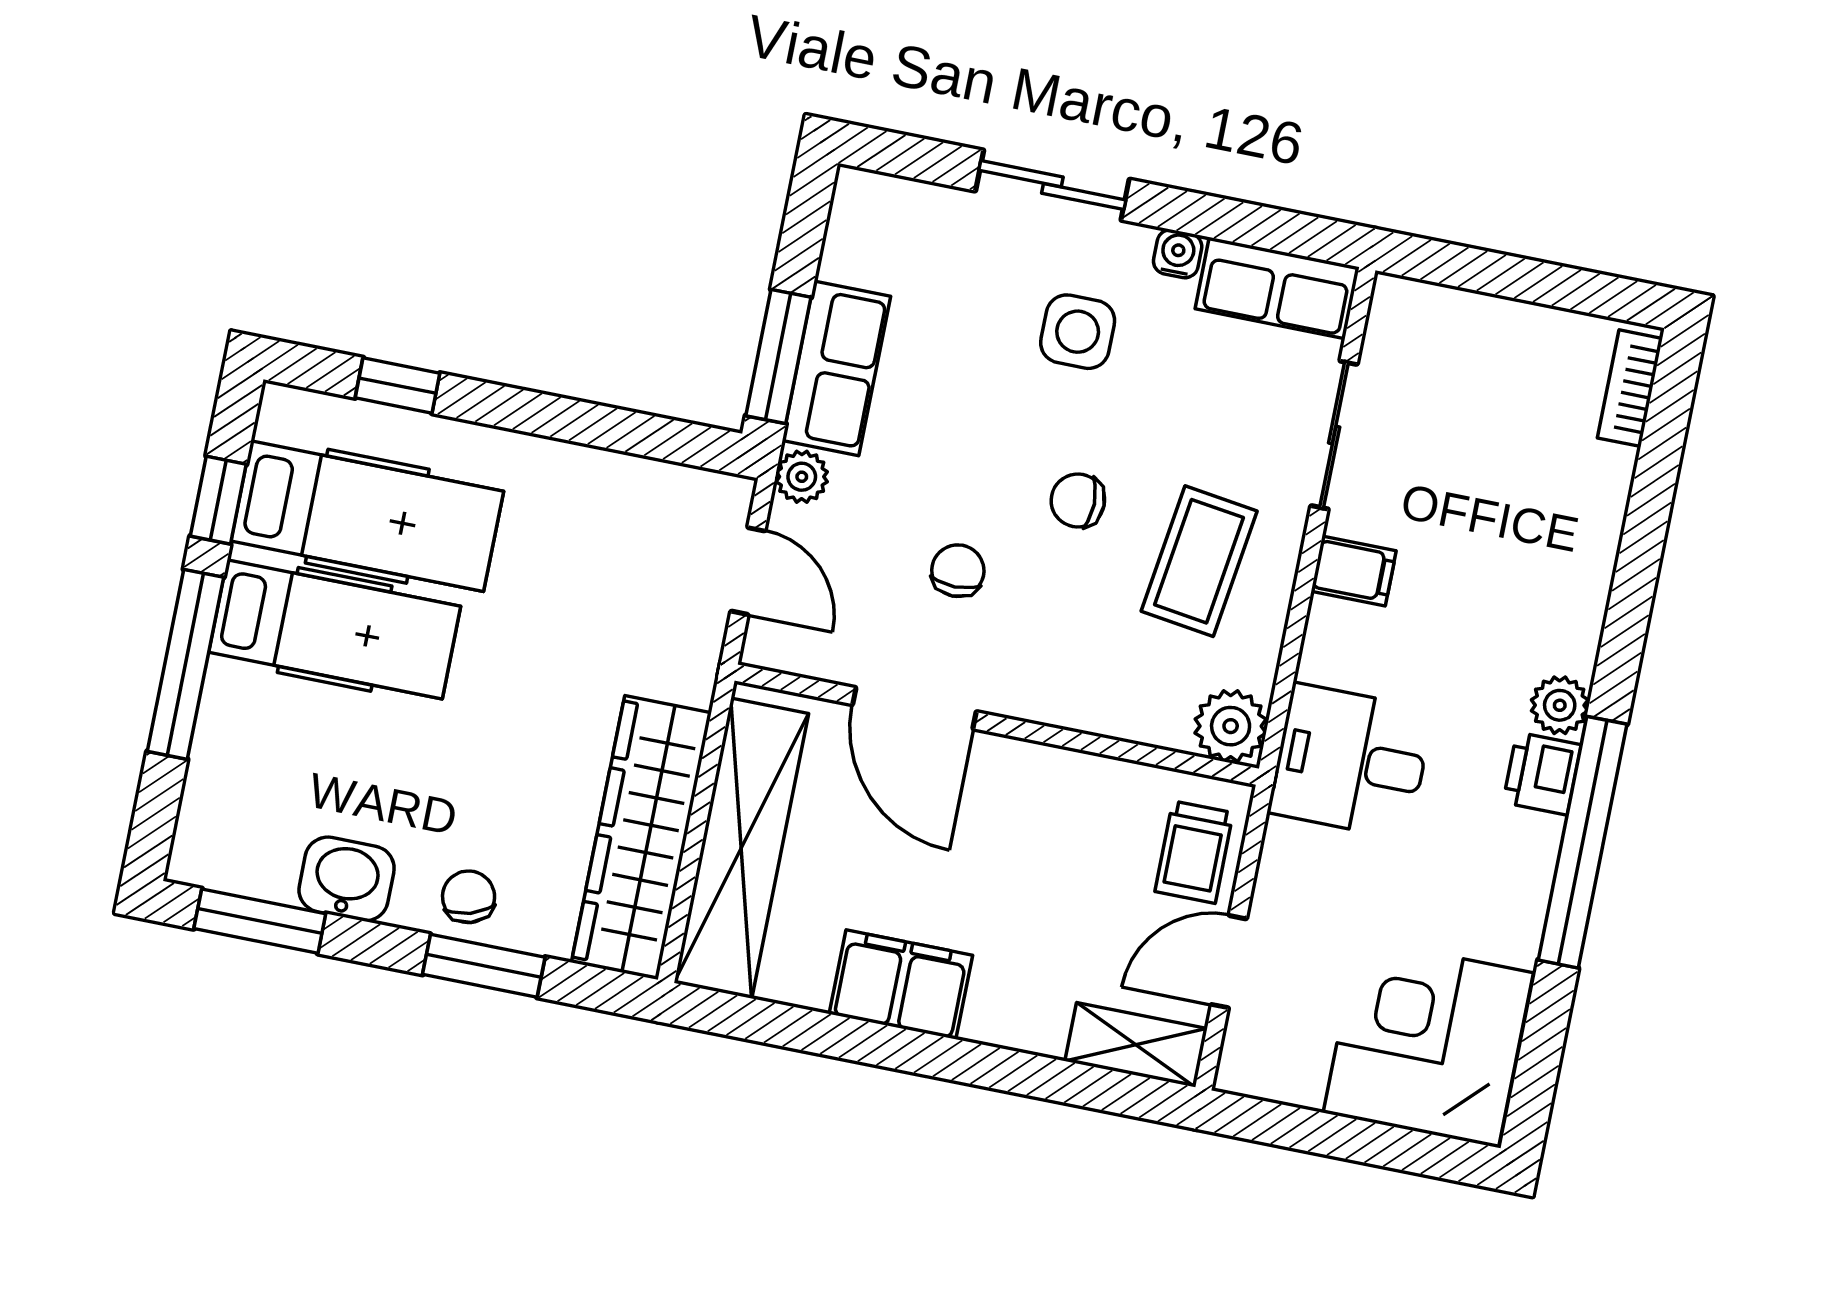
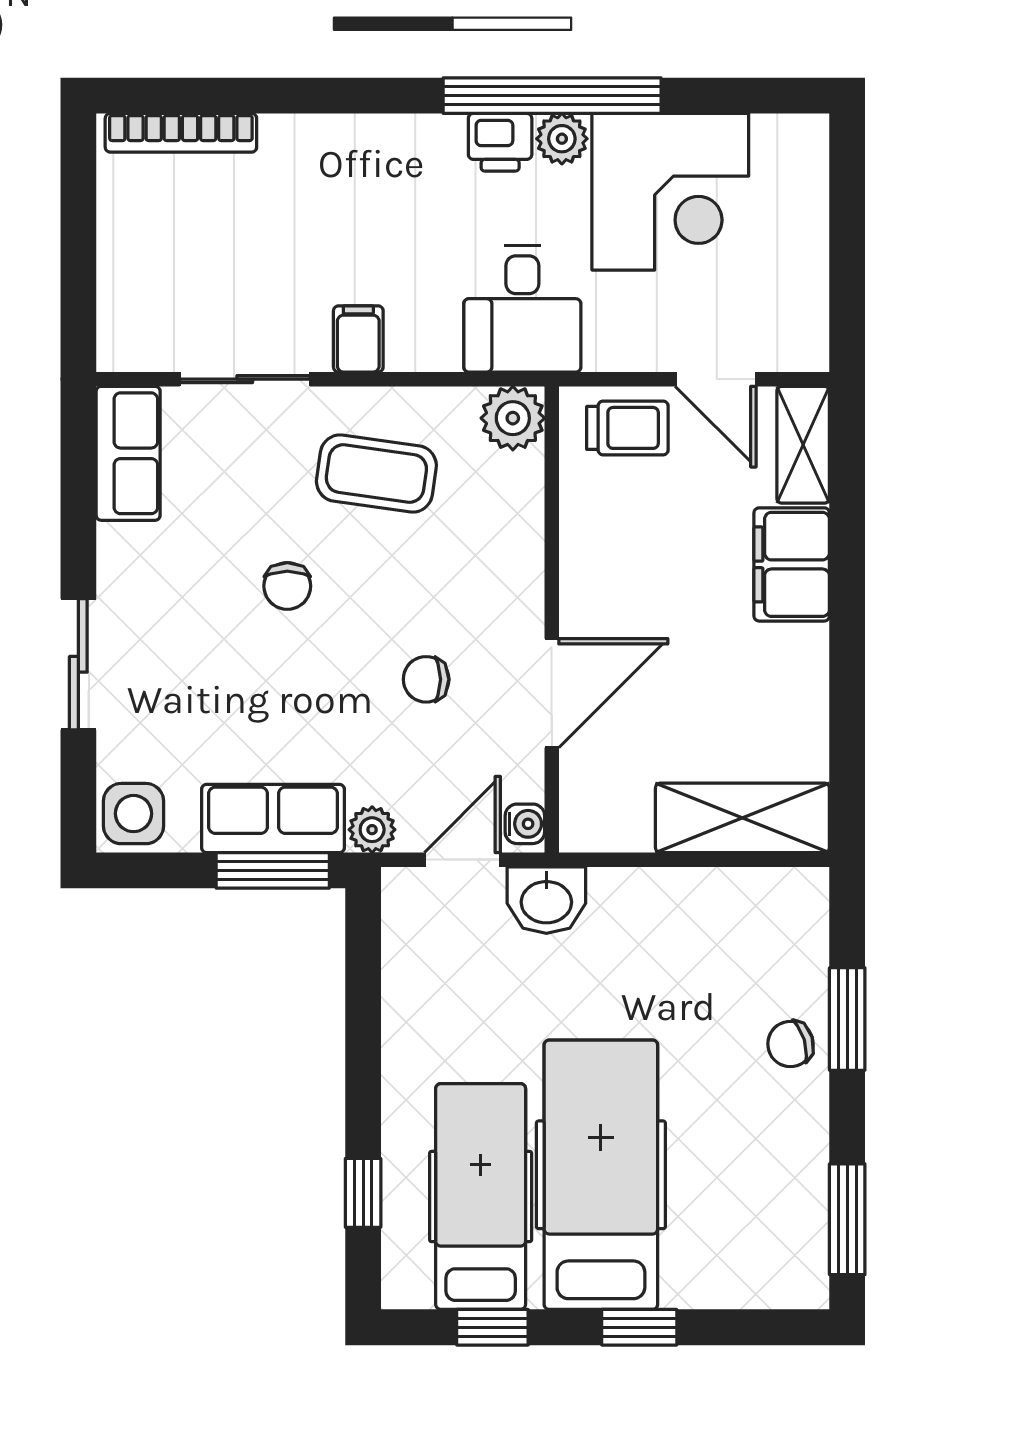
water cooler: (1178, 254) -> (525, 824), moved, turned 180
side table: (1078, 332) -> (134, 814), moved
bookcase: (1630, 388) -> (181, 133), width x1.56
chair: (1078, 501) -> (287, 586), moved
hospital bed: (335, 629) -> (601, 1175), width x1.37, depth x1.29
window: (186, 664) -> (639, 1327), width x0.46
plant: (1560, 705) -> (562, 139), moved
wardrobe: (641, 838) -> (710, 906), removed
shelving: (741, 848) -> (742, 818), width x0.68
washbasin: (347, 879) -> (546, 900), moved, turned -90
filing cabinet: (901, 985) -> (792, 564), moved
corner desk: (1428, 1043) -> (670, 192), moved, turned -90

